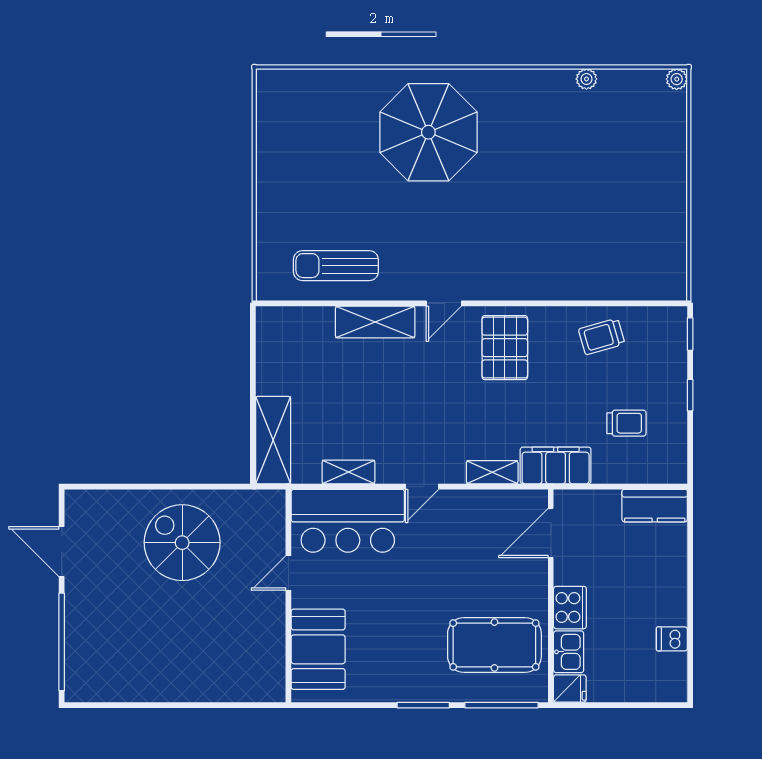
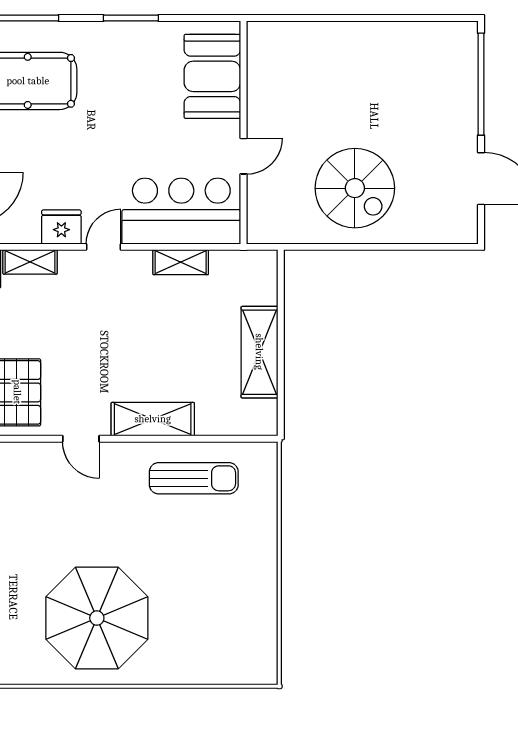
door: (444, 303) -> (81, 439), swing flipped
shelving: (273, 440) -> (259, 352), moved
fridge: (462, 505) -> (61, 227), added
window: (423, 705) -> (131, 18), moved

